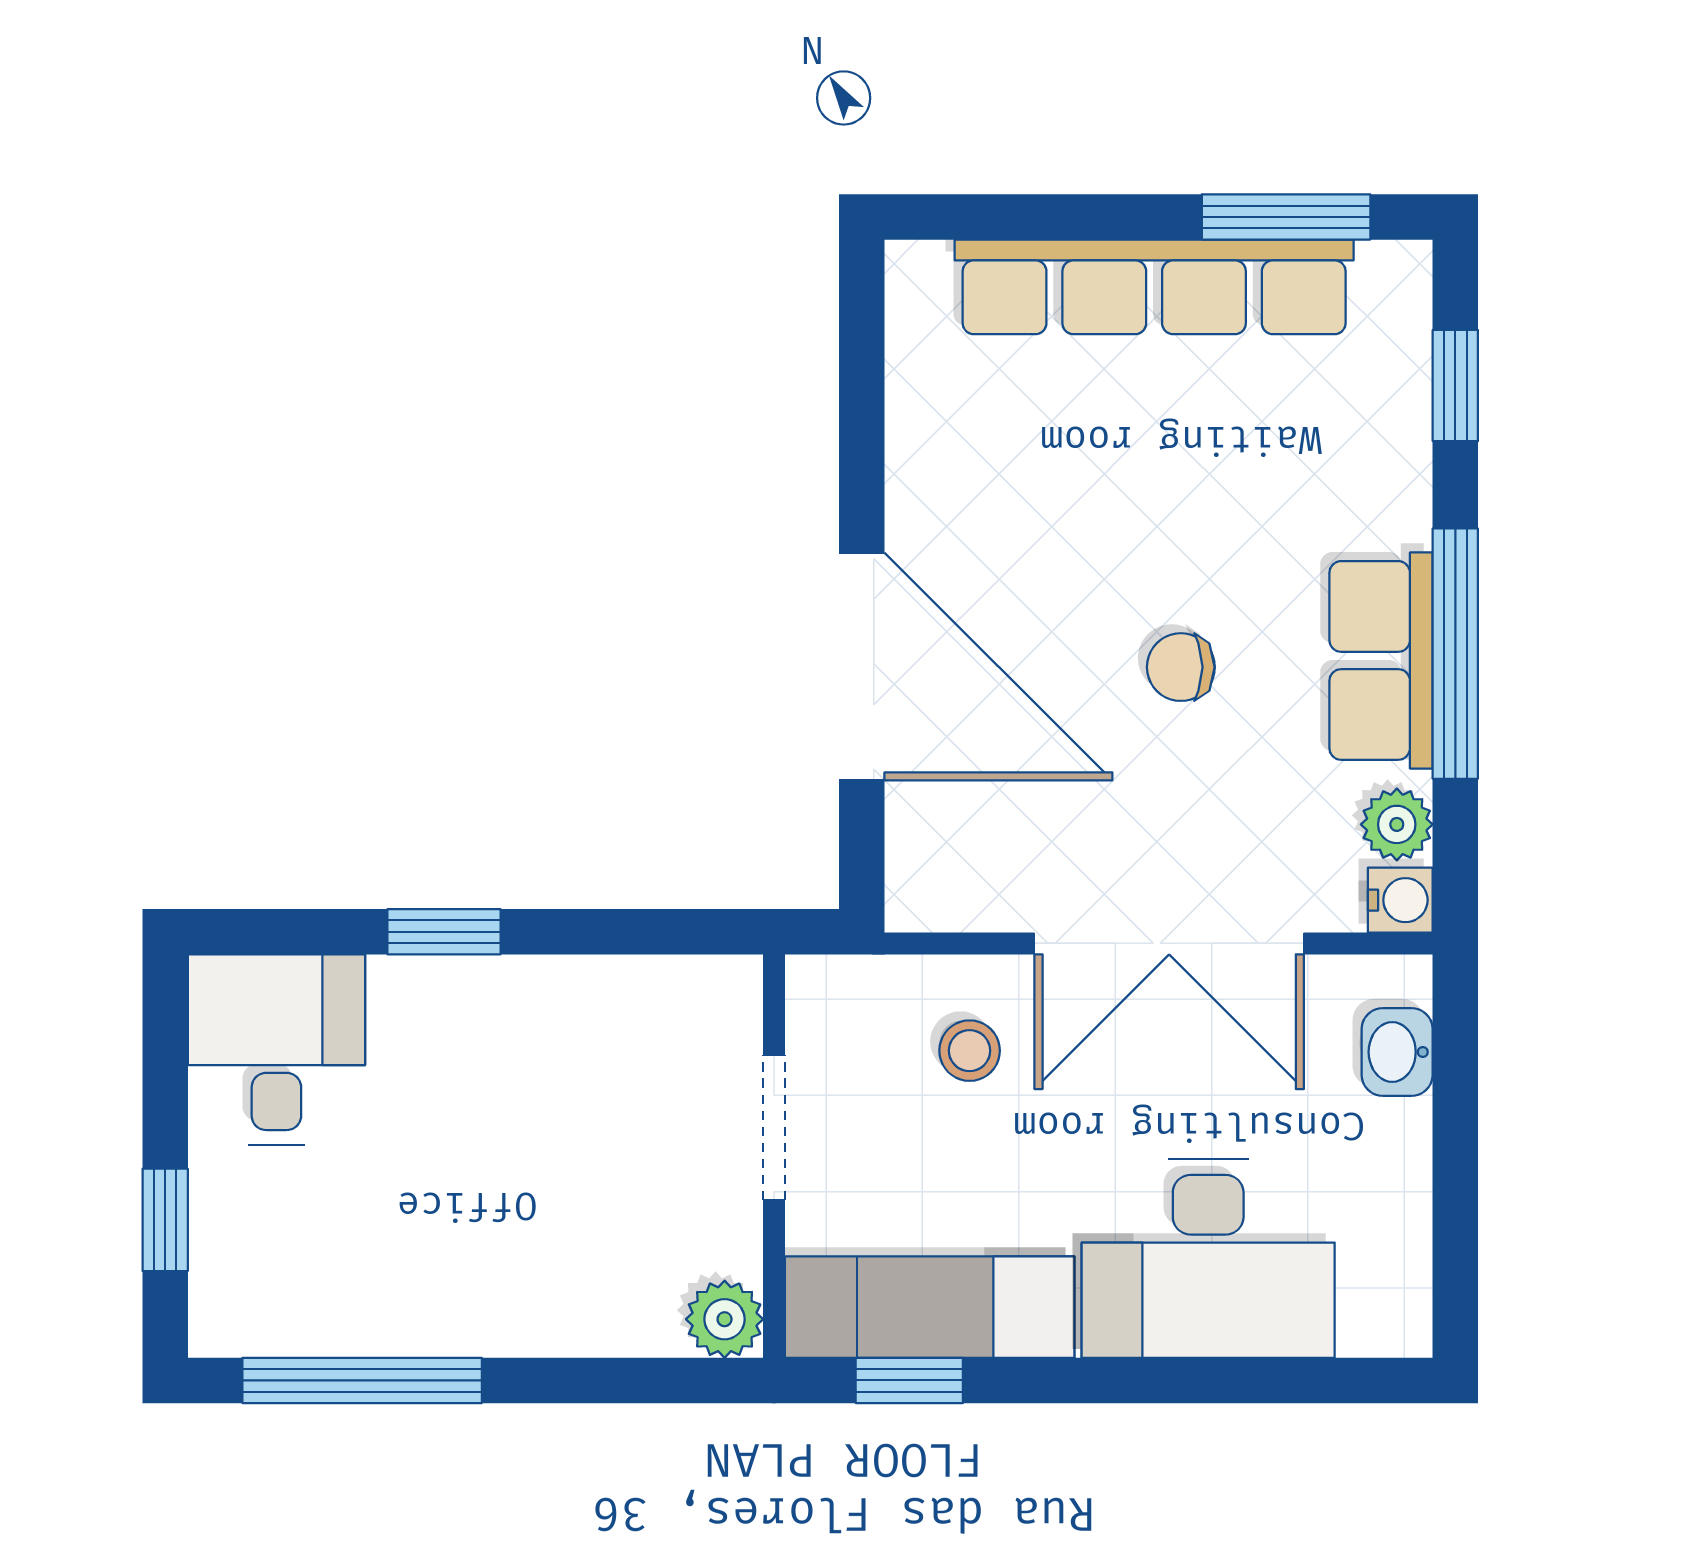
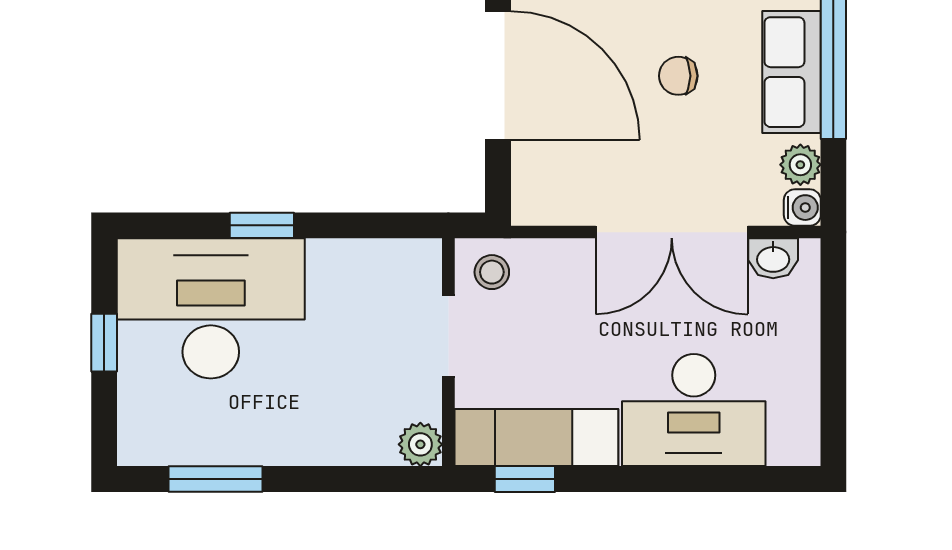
desk: (276, 1050) -> (211, 308), width x1.87, depth x1.30
stool: (970, 1051) -> (492, 272), moved
washbasin: (1397, 1052) -> (773, 258), moved, turned -90
window: (165, 1220) -> (104, 343), moved
window: (362, 1380) -> (216, 479), width x0.69

